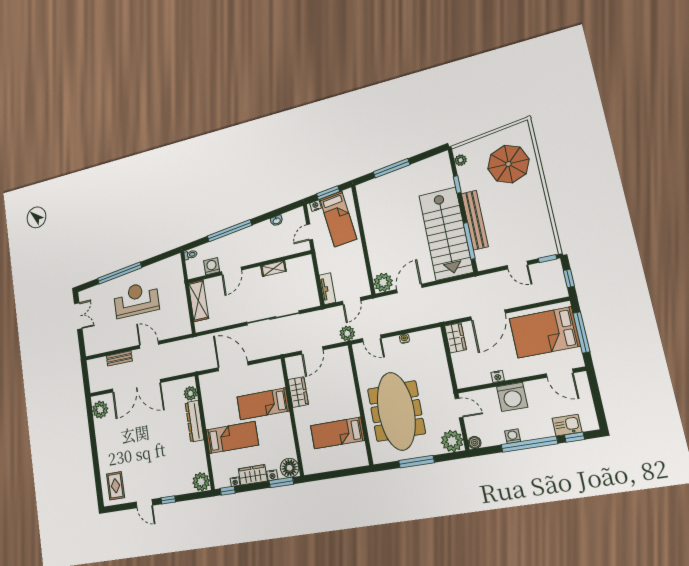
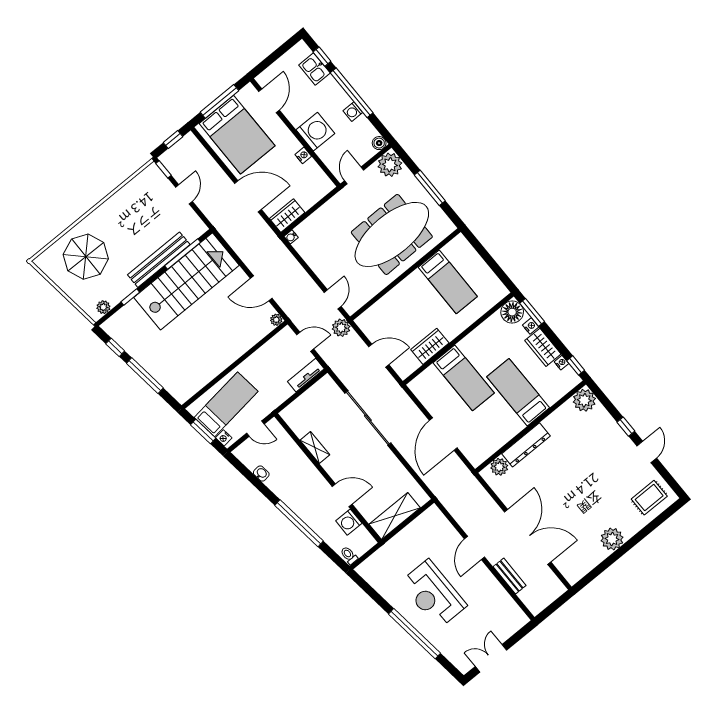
window: (425, 155) -> (115, 347), added
plant: (383, 282) -> (276, 320), width x0.53, depth x0.53
water cooler: (404, 339) -> (291, 237), moved
plant: (100, 410) -> (612, 539), moved

